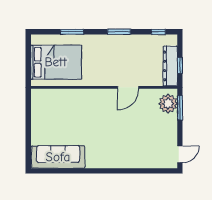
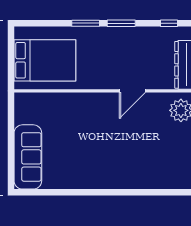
window: (72, 32) -> (86, 23), moved
sofa: (58, 157) -> (28, 157), moved, turned 90

